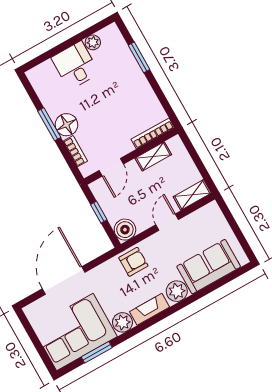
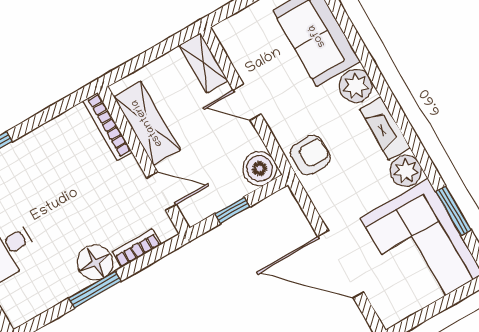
shelving: (153, 156) -> (147, 123), width x1.50, depth x1.33
armchair: (133, 262) -> (310, 155), turned 90

